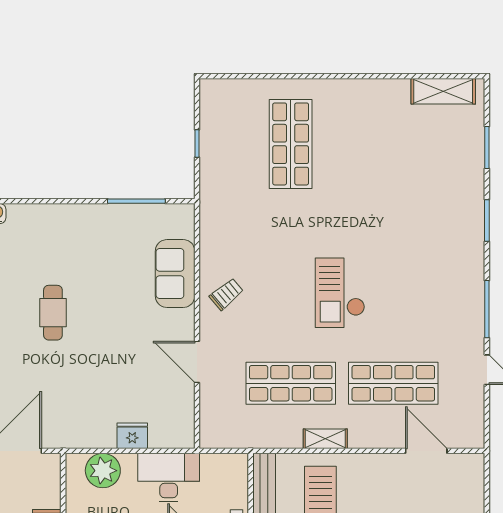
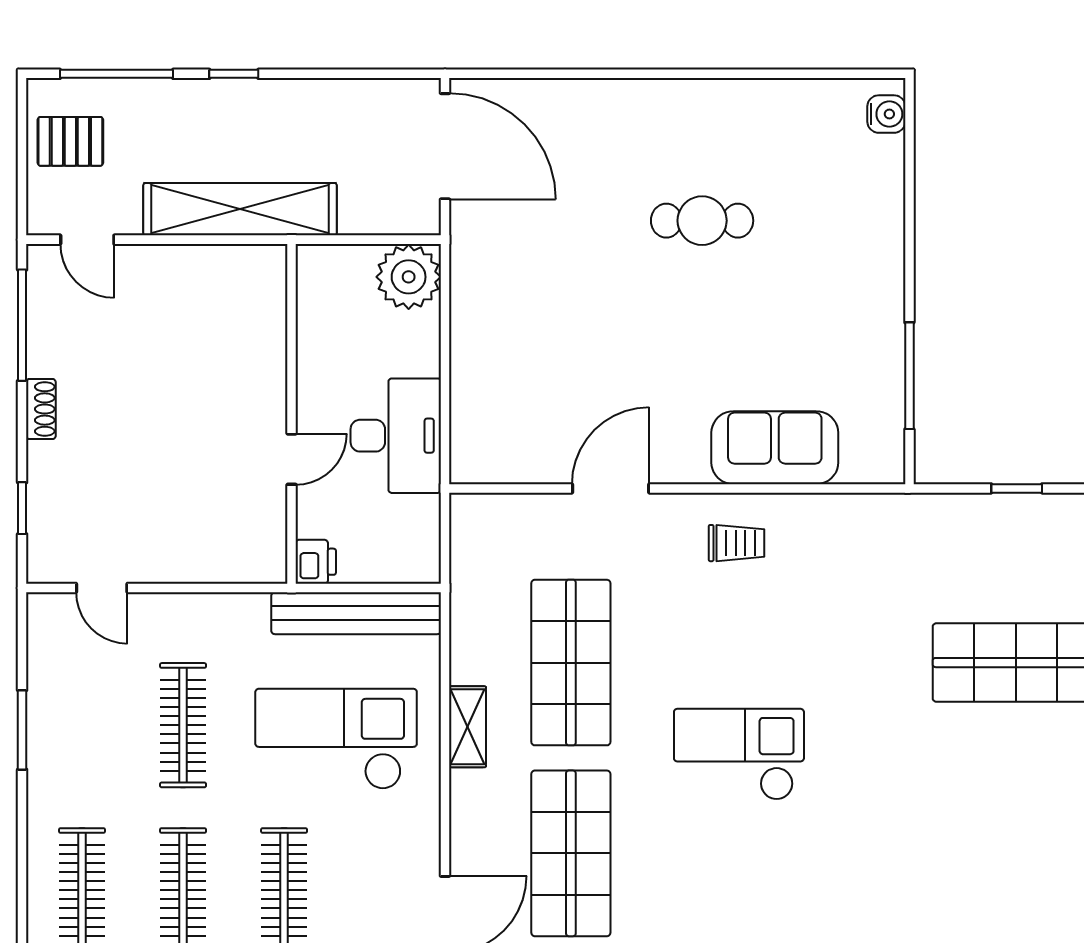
trolley: (226, 294) -> (737, 543), turned -50
fridge: (132, 436) -> (473, 368), removed
plant: (103, 471) -> (409, 277), moved

